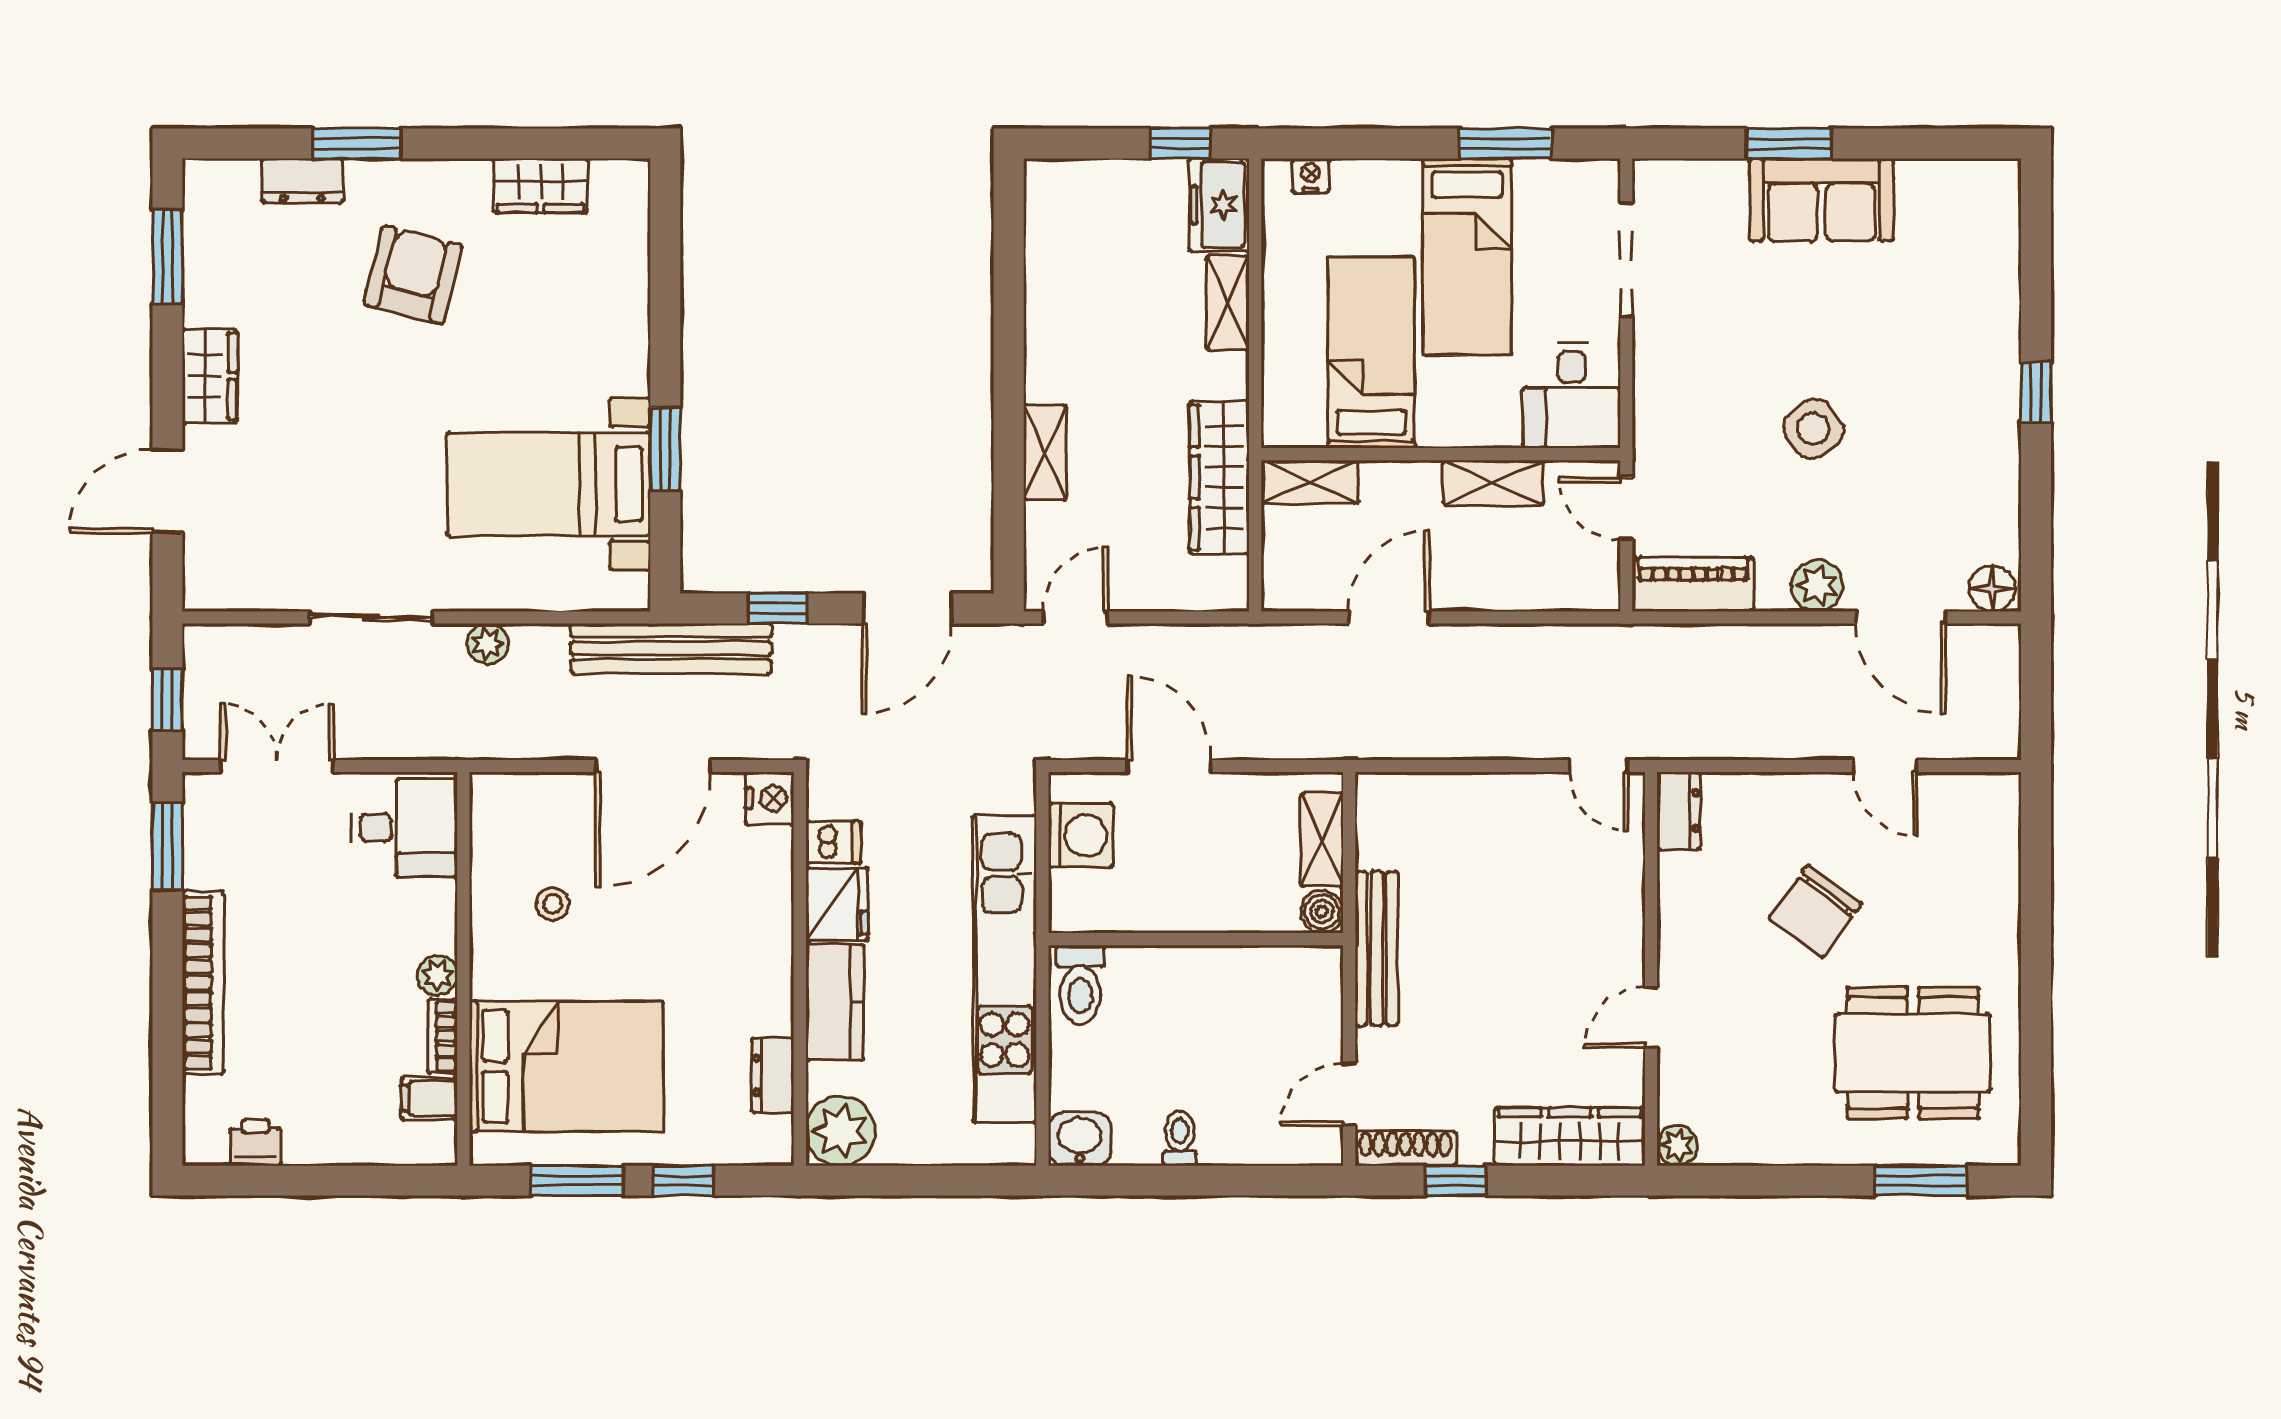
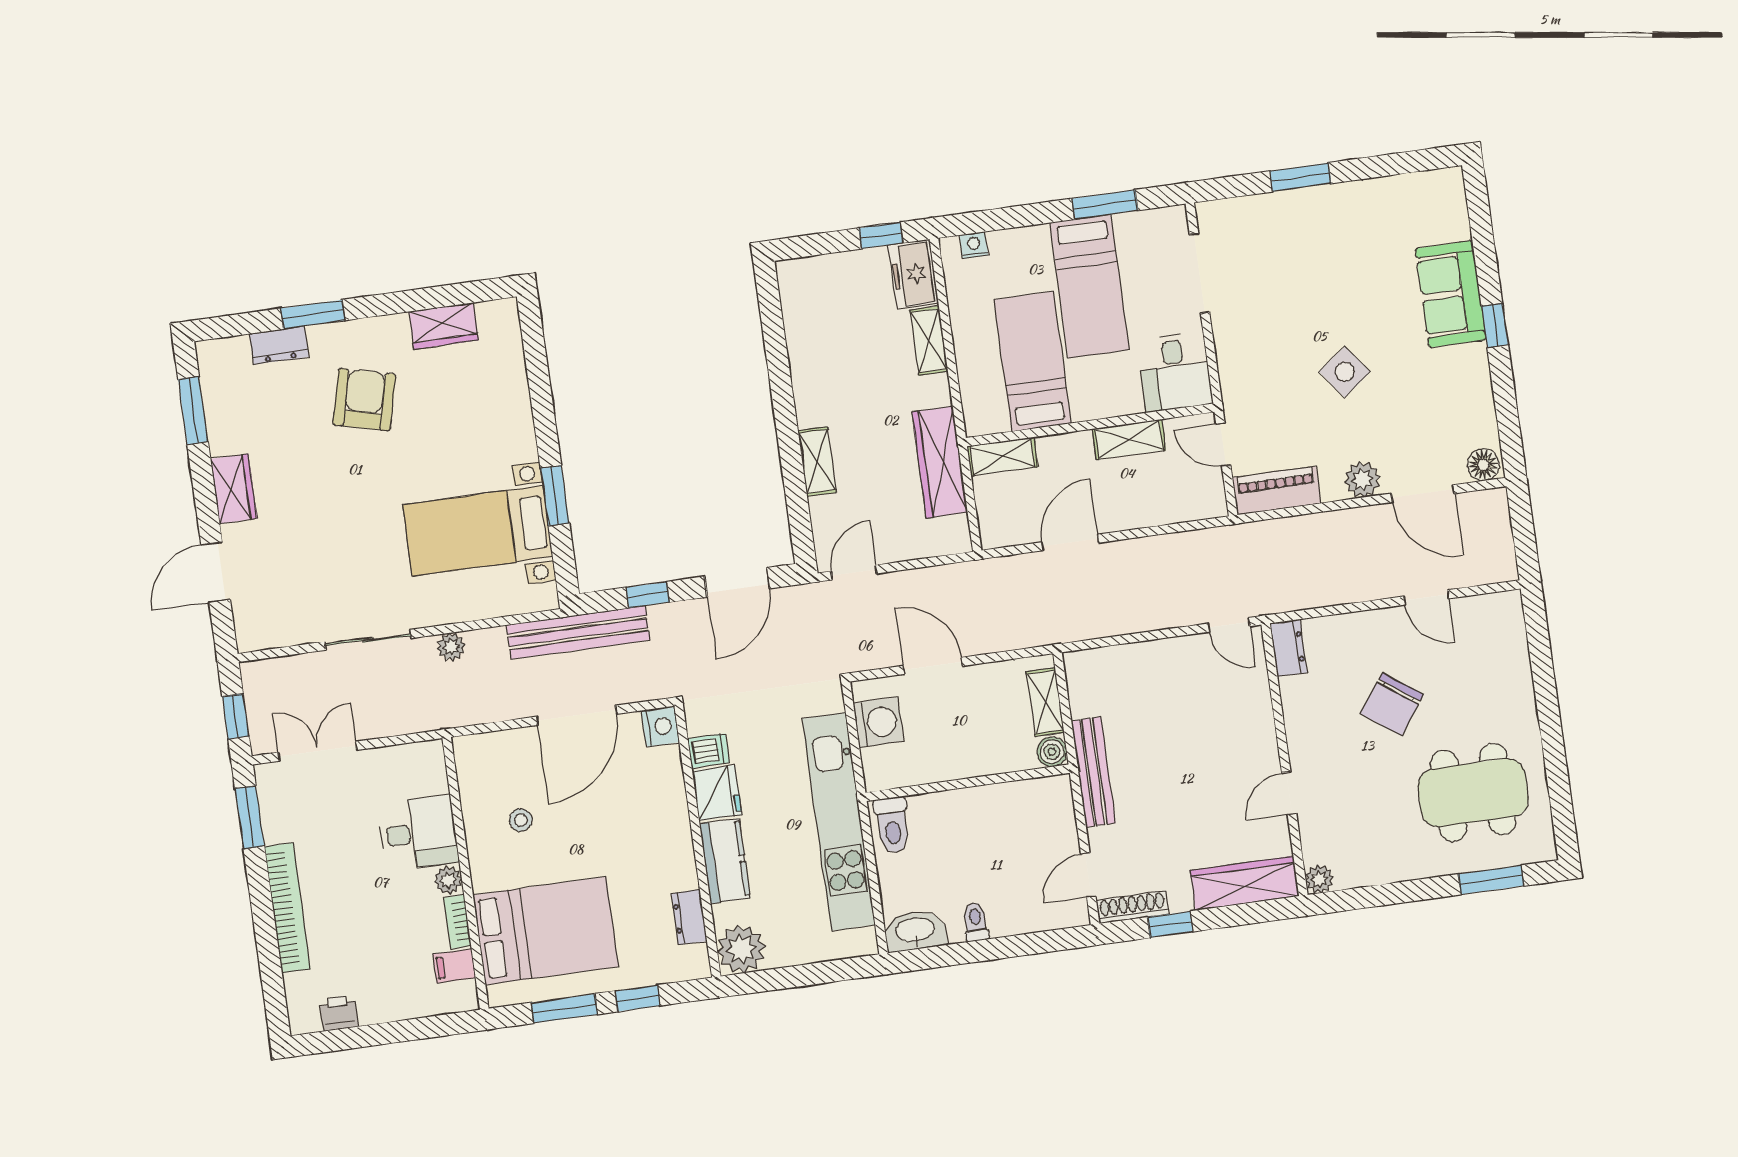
sofa: (1821, 200) -> (1451, 294), moved, turned 90
desk: (404, 828) -> (418, 833), moved
washbasin: (1080, 1139) -> (915, 931), width x1.38

